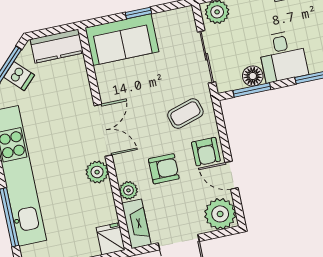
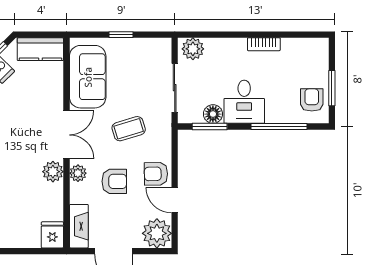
sofa: (122, 40) -> (88, 77), moved, turned -90
coffee table: (185, 113) -> (129, 129), moved
armchair: (206, 152) -> (156, 174), turned 89
plant: (128, 190) -> (78, 173), moved

